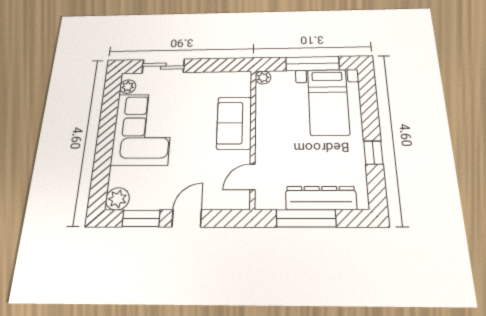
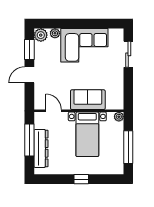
plant: (128, 87) -> (55, 33), moved
bed with nightstands: (328, 102) -> (87, 134), moved, turned -90
window: (373, 153) -> (81, 179), moved
door: (187, 218) -> (29, 75), swing flipped

